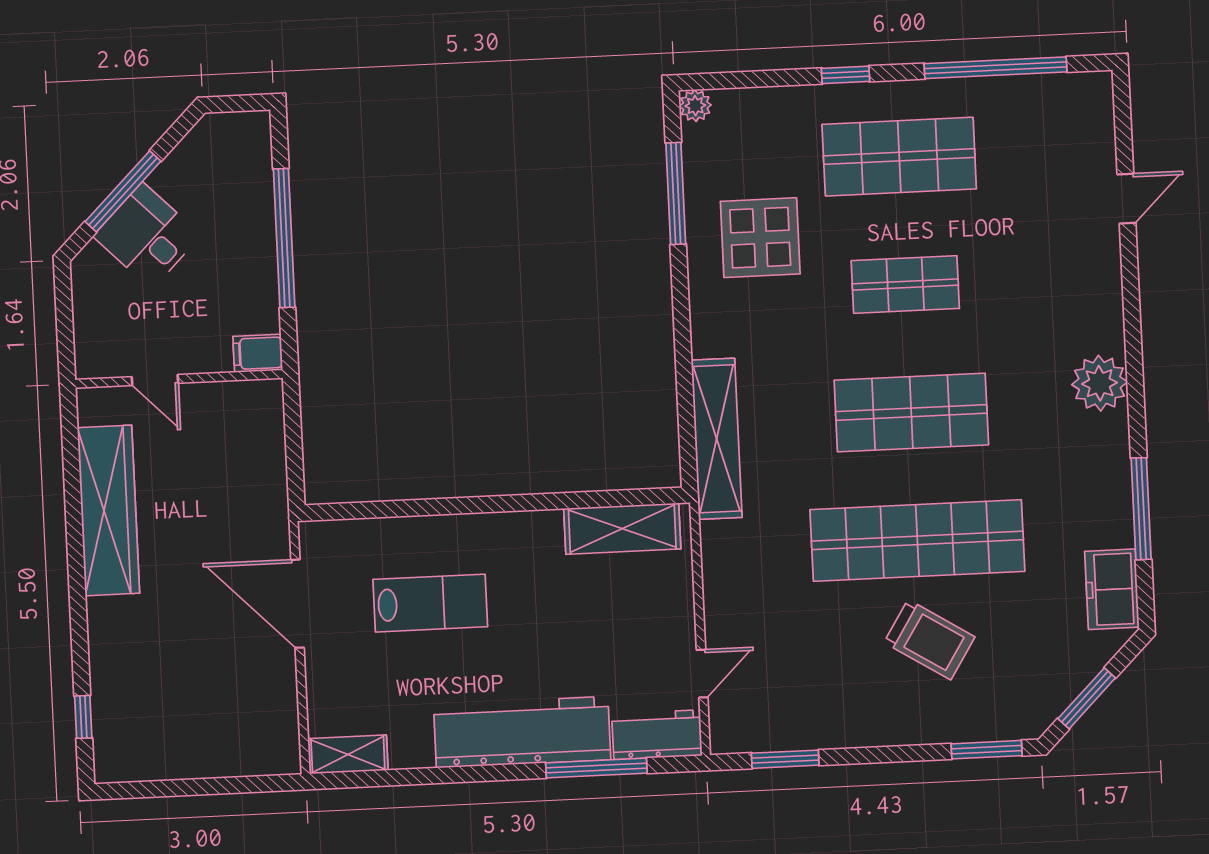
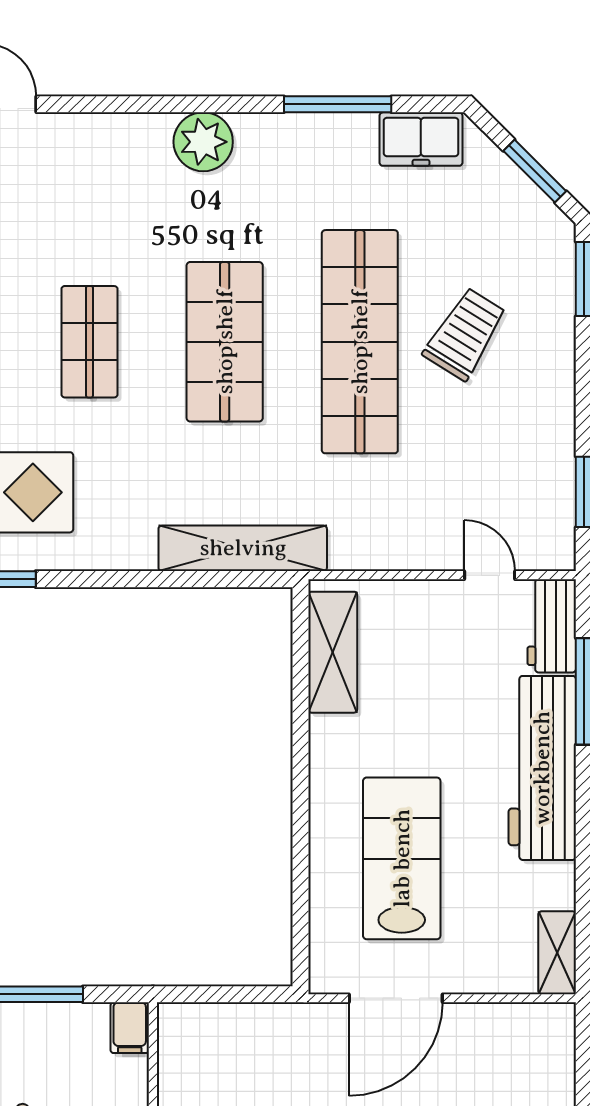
lab bench: (430, 603) -> (402, 858), width x1.36, depth x1.39

